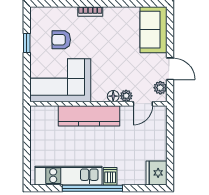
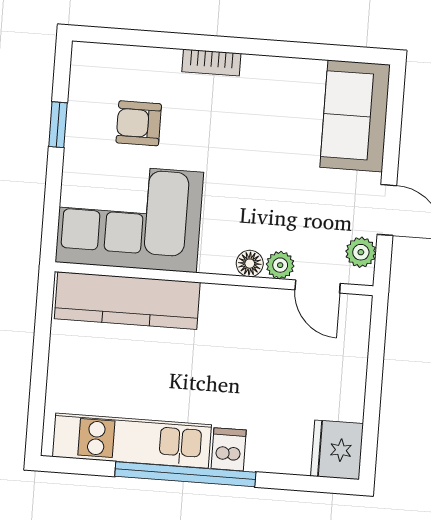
door: (143, 104) -> (318, 287), hinge flipped
kitchen counter: (89, 116) -> (127, 301), moved

